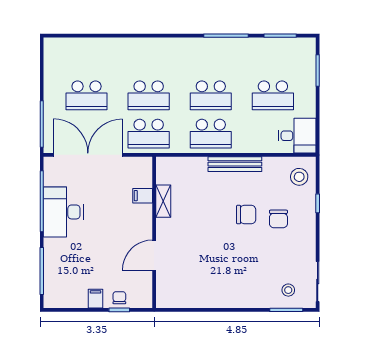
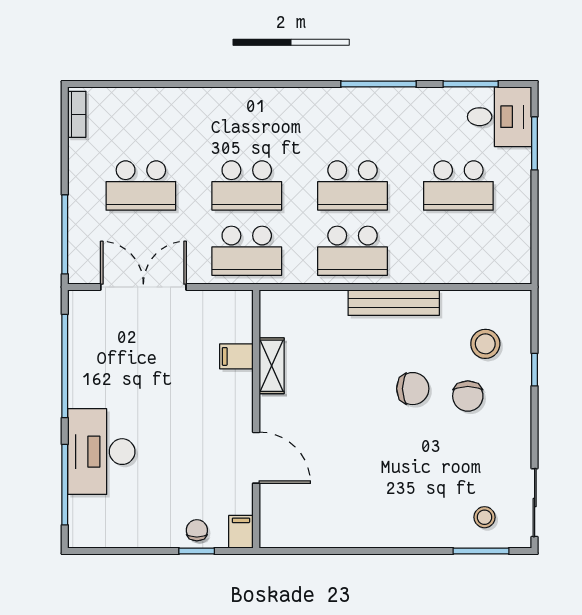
bookcase: (49, 53) -> (77, 114), added
desk: (297, 136) -> (500, 117), moved
double door: (88, 155) -> (143, 287), width x0.73
stool: (299, 177) -> (485, 344), moved
desk: (63, 212) -> (101, 452), moved
door: (154, 255) -> (256, 458), swing flipped
filing cabinet: (96, 299) -> (241, 532), moved

